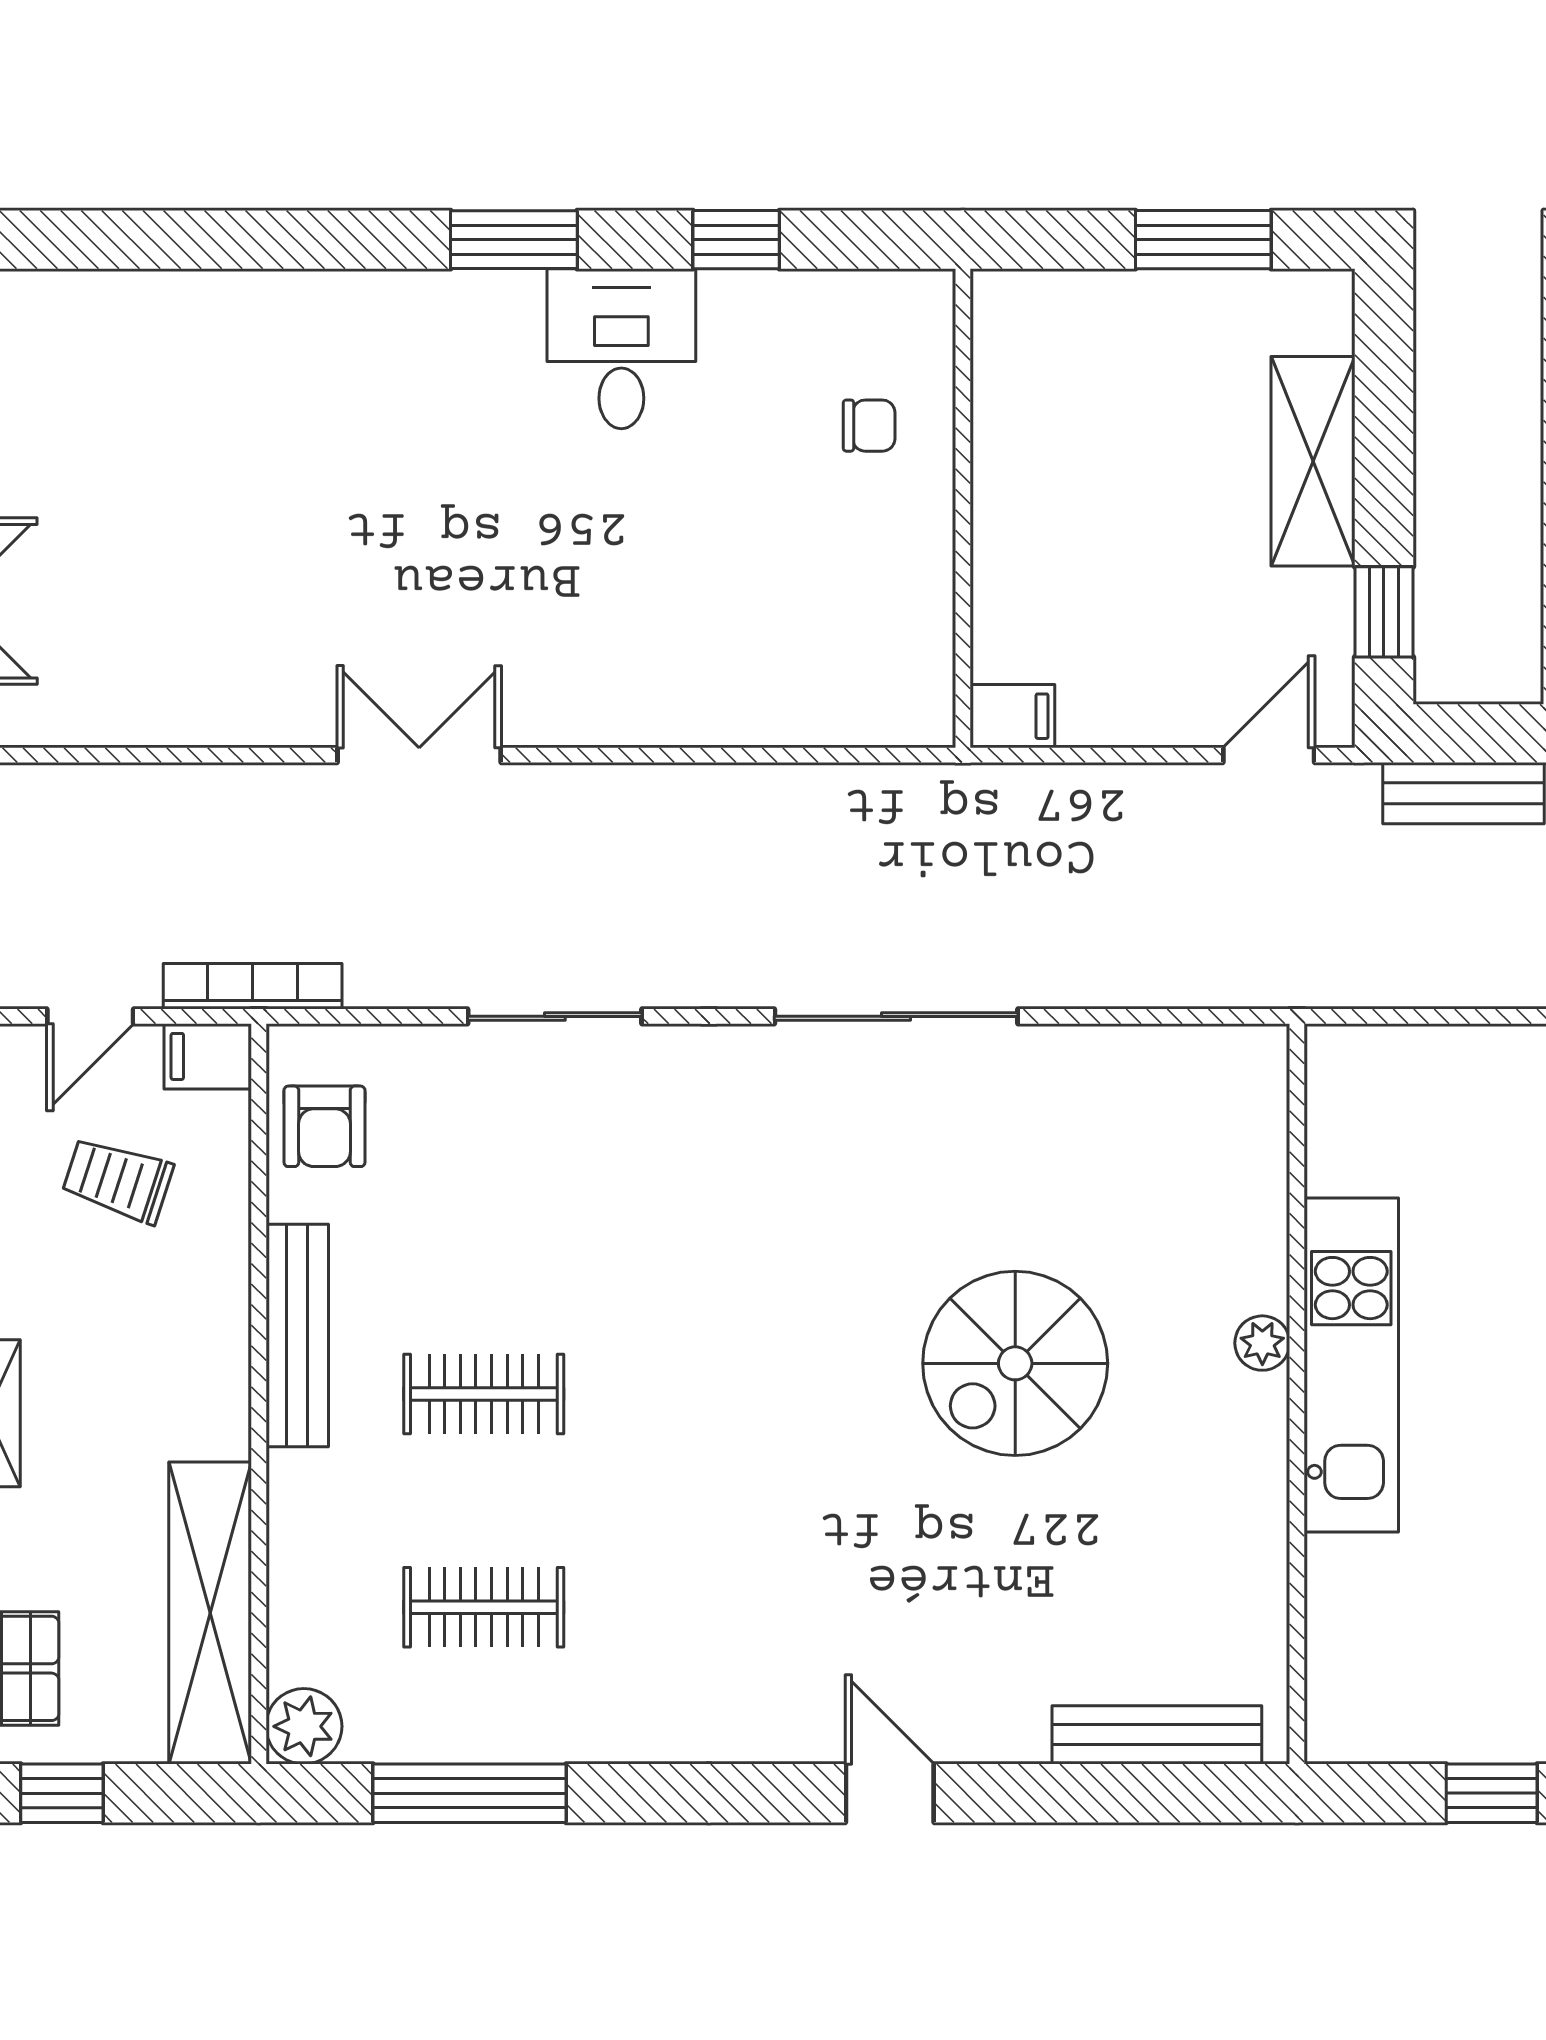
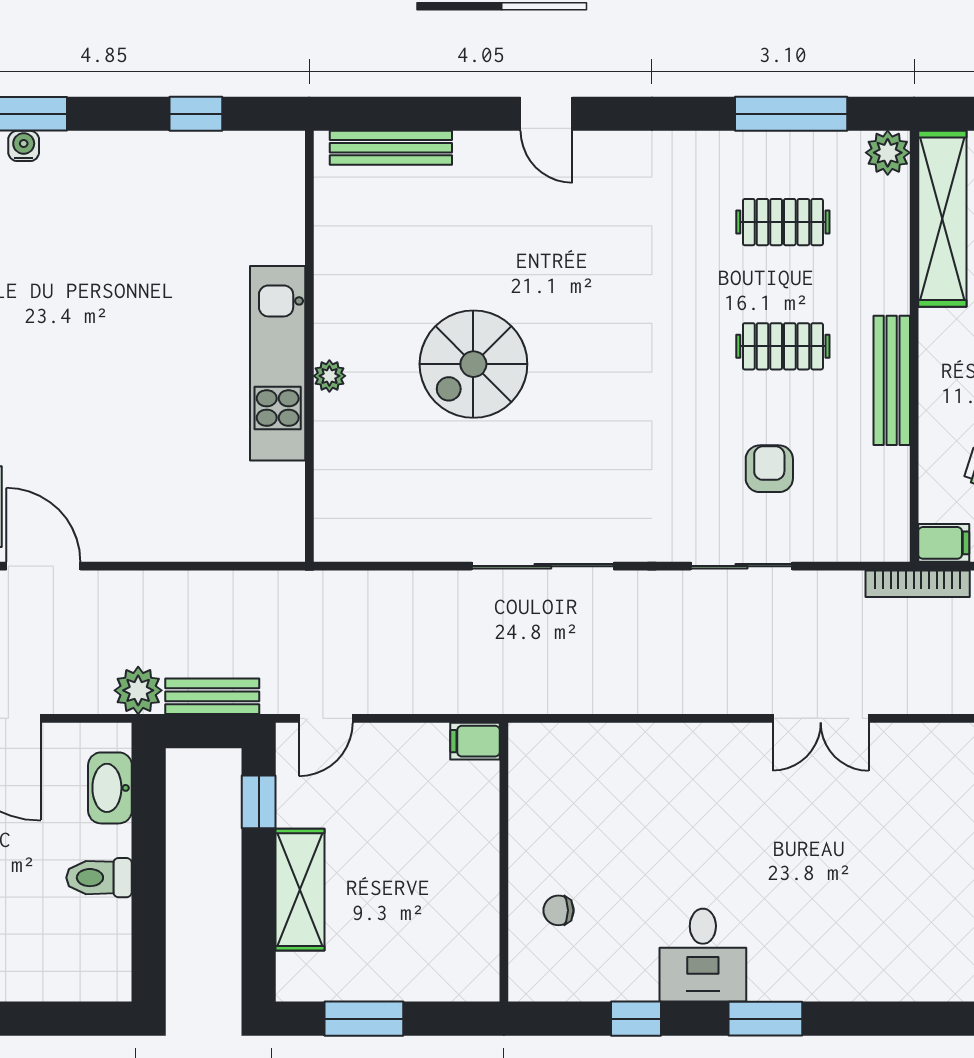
armchair: (324, 1126) -> (769, 469), moved
spiral stairs: (1015, 1363) -> (473, 364), turned 180

